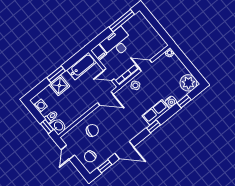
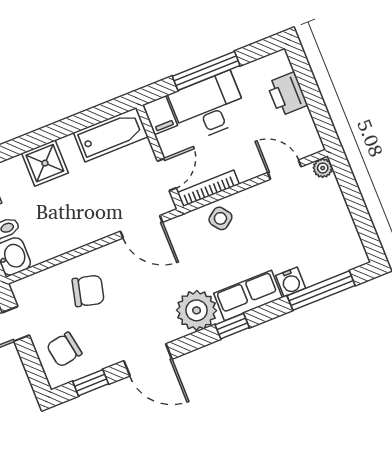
window: (122, 21) -> (206, 71), moved
printer: (146, 28) -> (287, 94), added
door: (146, 66) -> (284, 170), moved
window: (56, 74) -> (46, 135), removed
door: (109, 75) -> (167, 175), swing flipped
plant: (188, 83) -> (197, 310), moved
window: (184, 101) -> (321, 291), width x2.17

